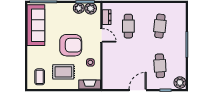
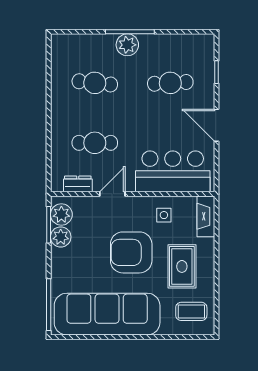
sofa: (36, 25) -> (107, 314), width x1.36, depth x1.27
armchair: (71, 45) -> (131, 252), turned -90
bar counter: (113, 67) -> (173, 171), added
plant: (180, 83) -> (127, 45), moved

